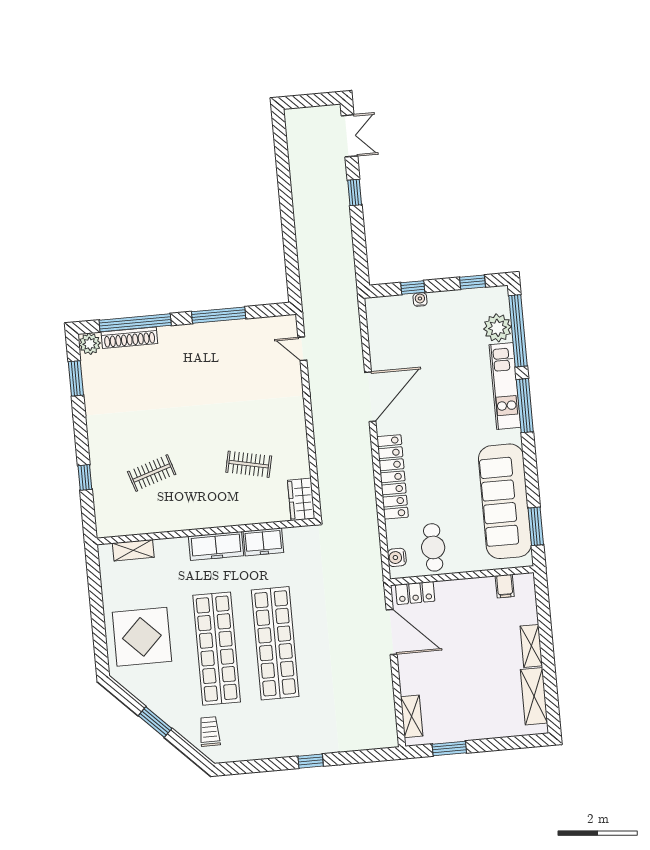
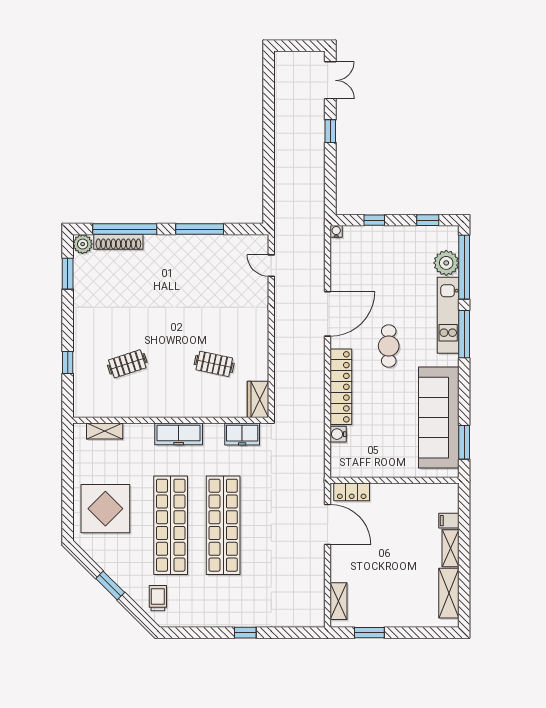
water cooler: (420, 300) -> (336, 231), moved
freezer: (263, 542) -> (242, 434), moved
cafe table: (433, 547) -> (389, 346), moved
water cooler: (397, 557) -> (338, 434), moved
filing cabinet: (505, 586) -> (449, 521), moved, turned 90

